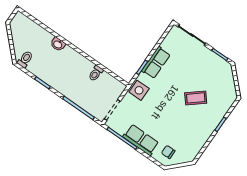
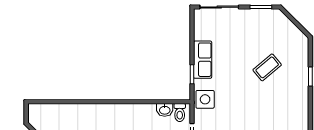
washbasin: (58, 44) -> (165, 110), moved
toilet: (96, 73) -> (180, 113), moved

